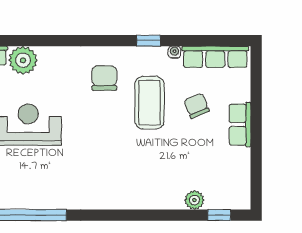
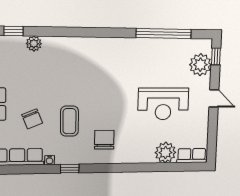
chair: (104, 78) -> (104, 140), turned 180
coffee table: (150, 103) -> (69, 121), width x0.73, depth x0.76

